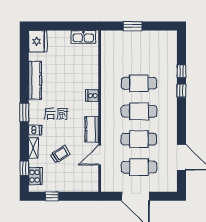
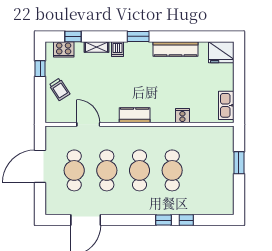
cooker: (92, 96) -> (182, 116), moved
kitchen counter: (92, 129) -> (135, 115), moved
trolley: (60, 154) -> (59, 89), moved

